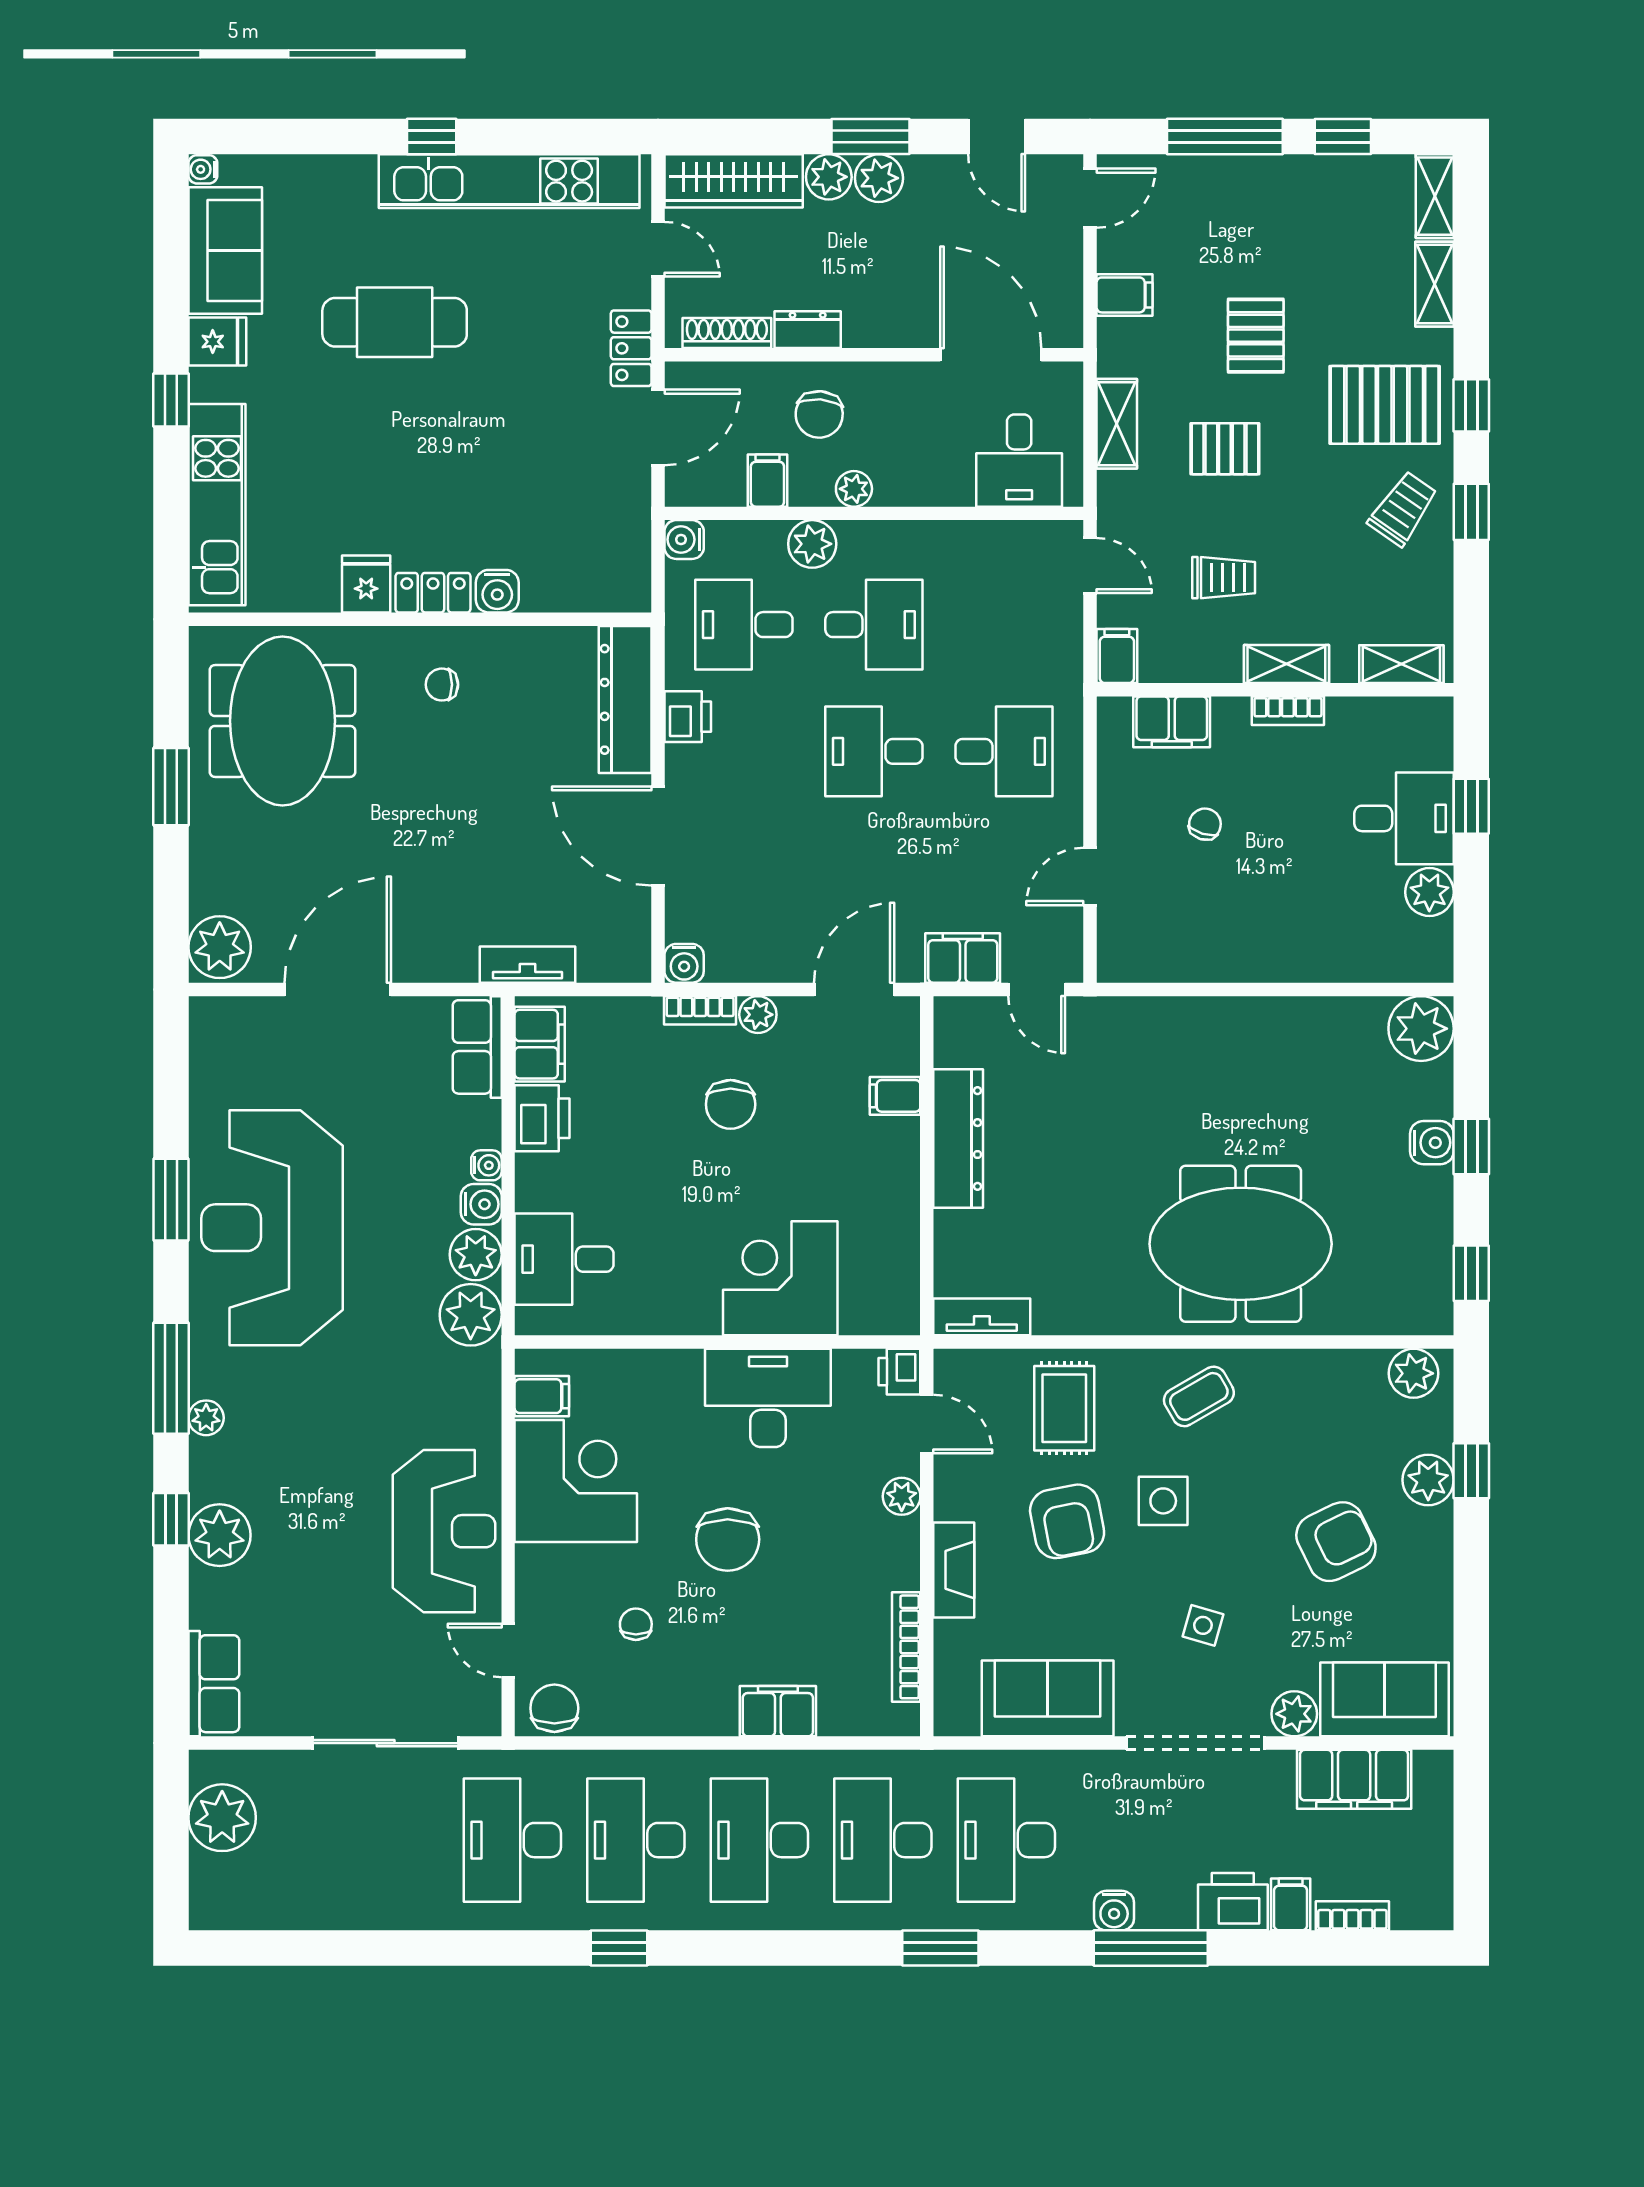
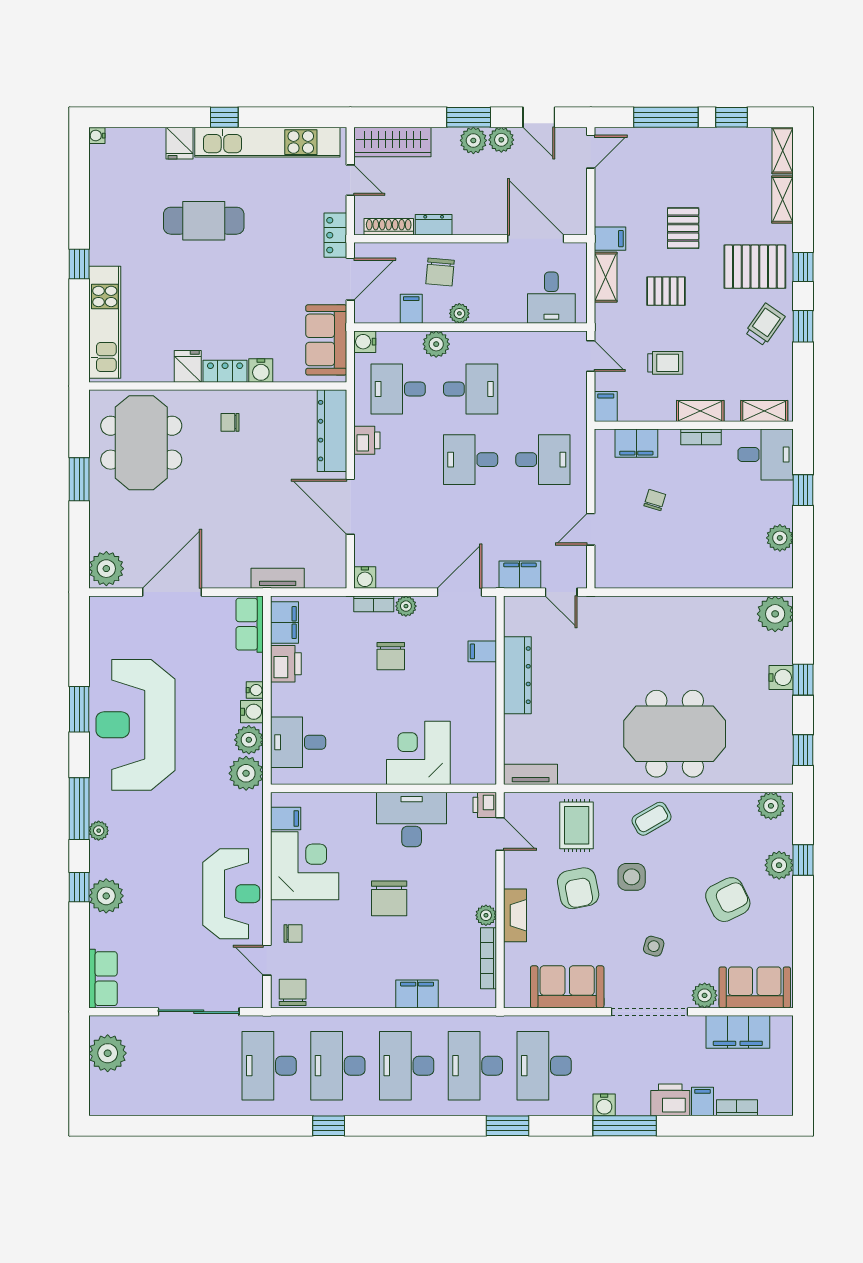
plant: (829, 177) -> (501, 140), moved
sofa: (225, 251) -> (326, 340), moved, turned 180
filing cabinet: (1124, 295) -> (610, 239), moved
fridge: (217, 342) -> (180, 143), moved, turned 90
desk: (1404, 818) -> (766, 455), moved
plant: (902, 1496) -> (486, 915), moved
chair: (636, 1624) -> (293, 934), moved, turned 90

